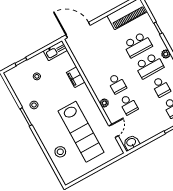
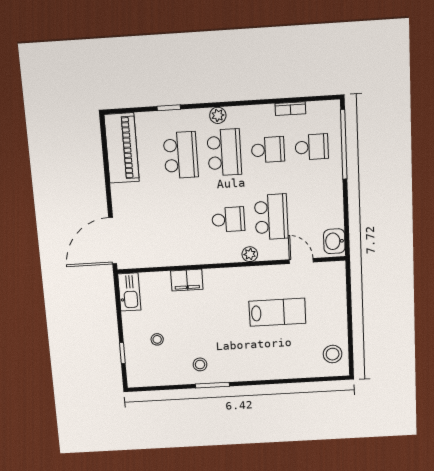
school desk: (128, 105) -> (271, 217), width x1.85
lab bench: (81, 132) -> (277, 312), width x0.54, depth x0.72
stool: (60, 152) -> (333, 354), moved

